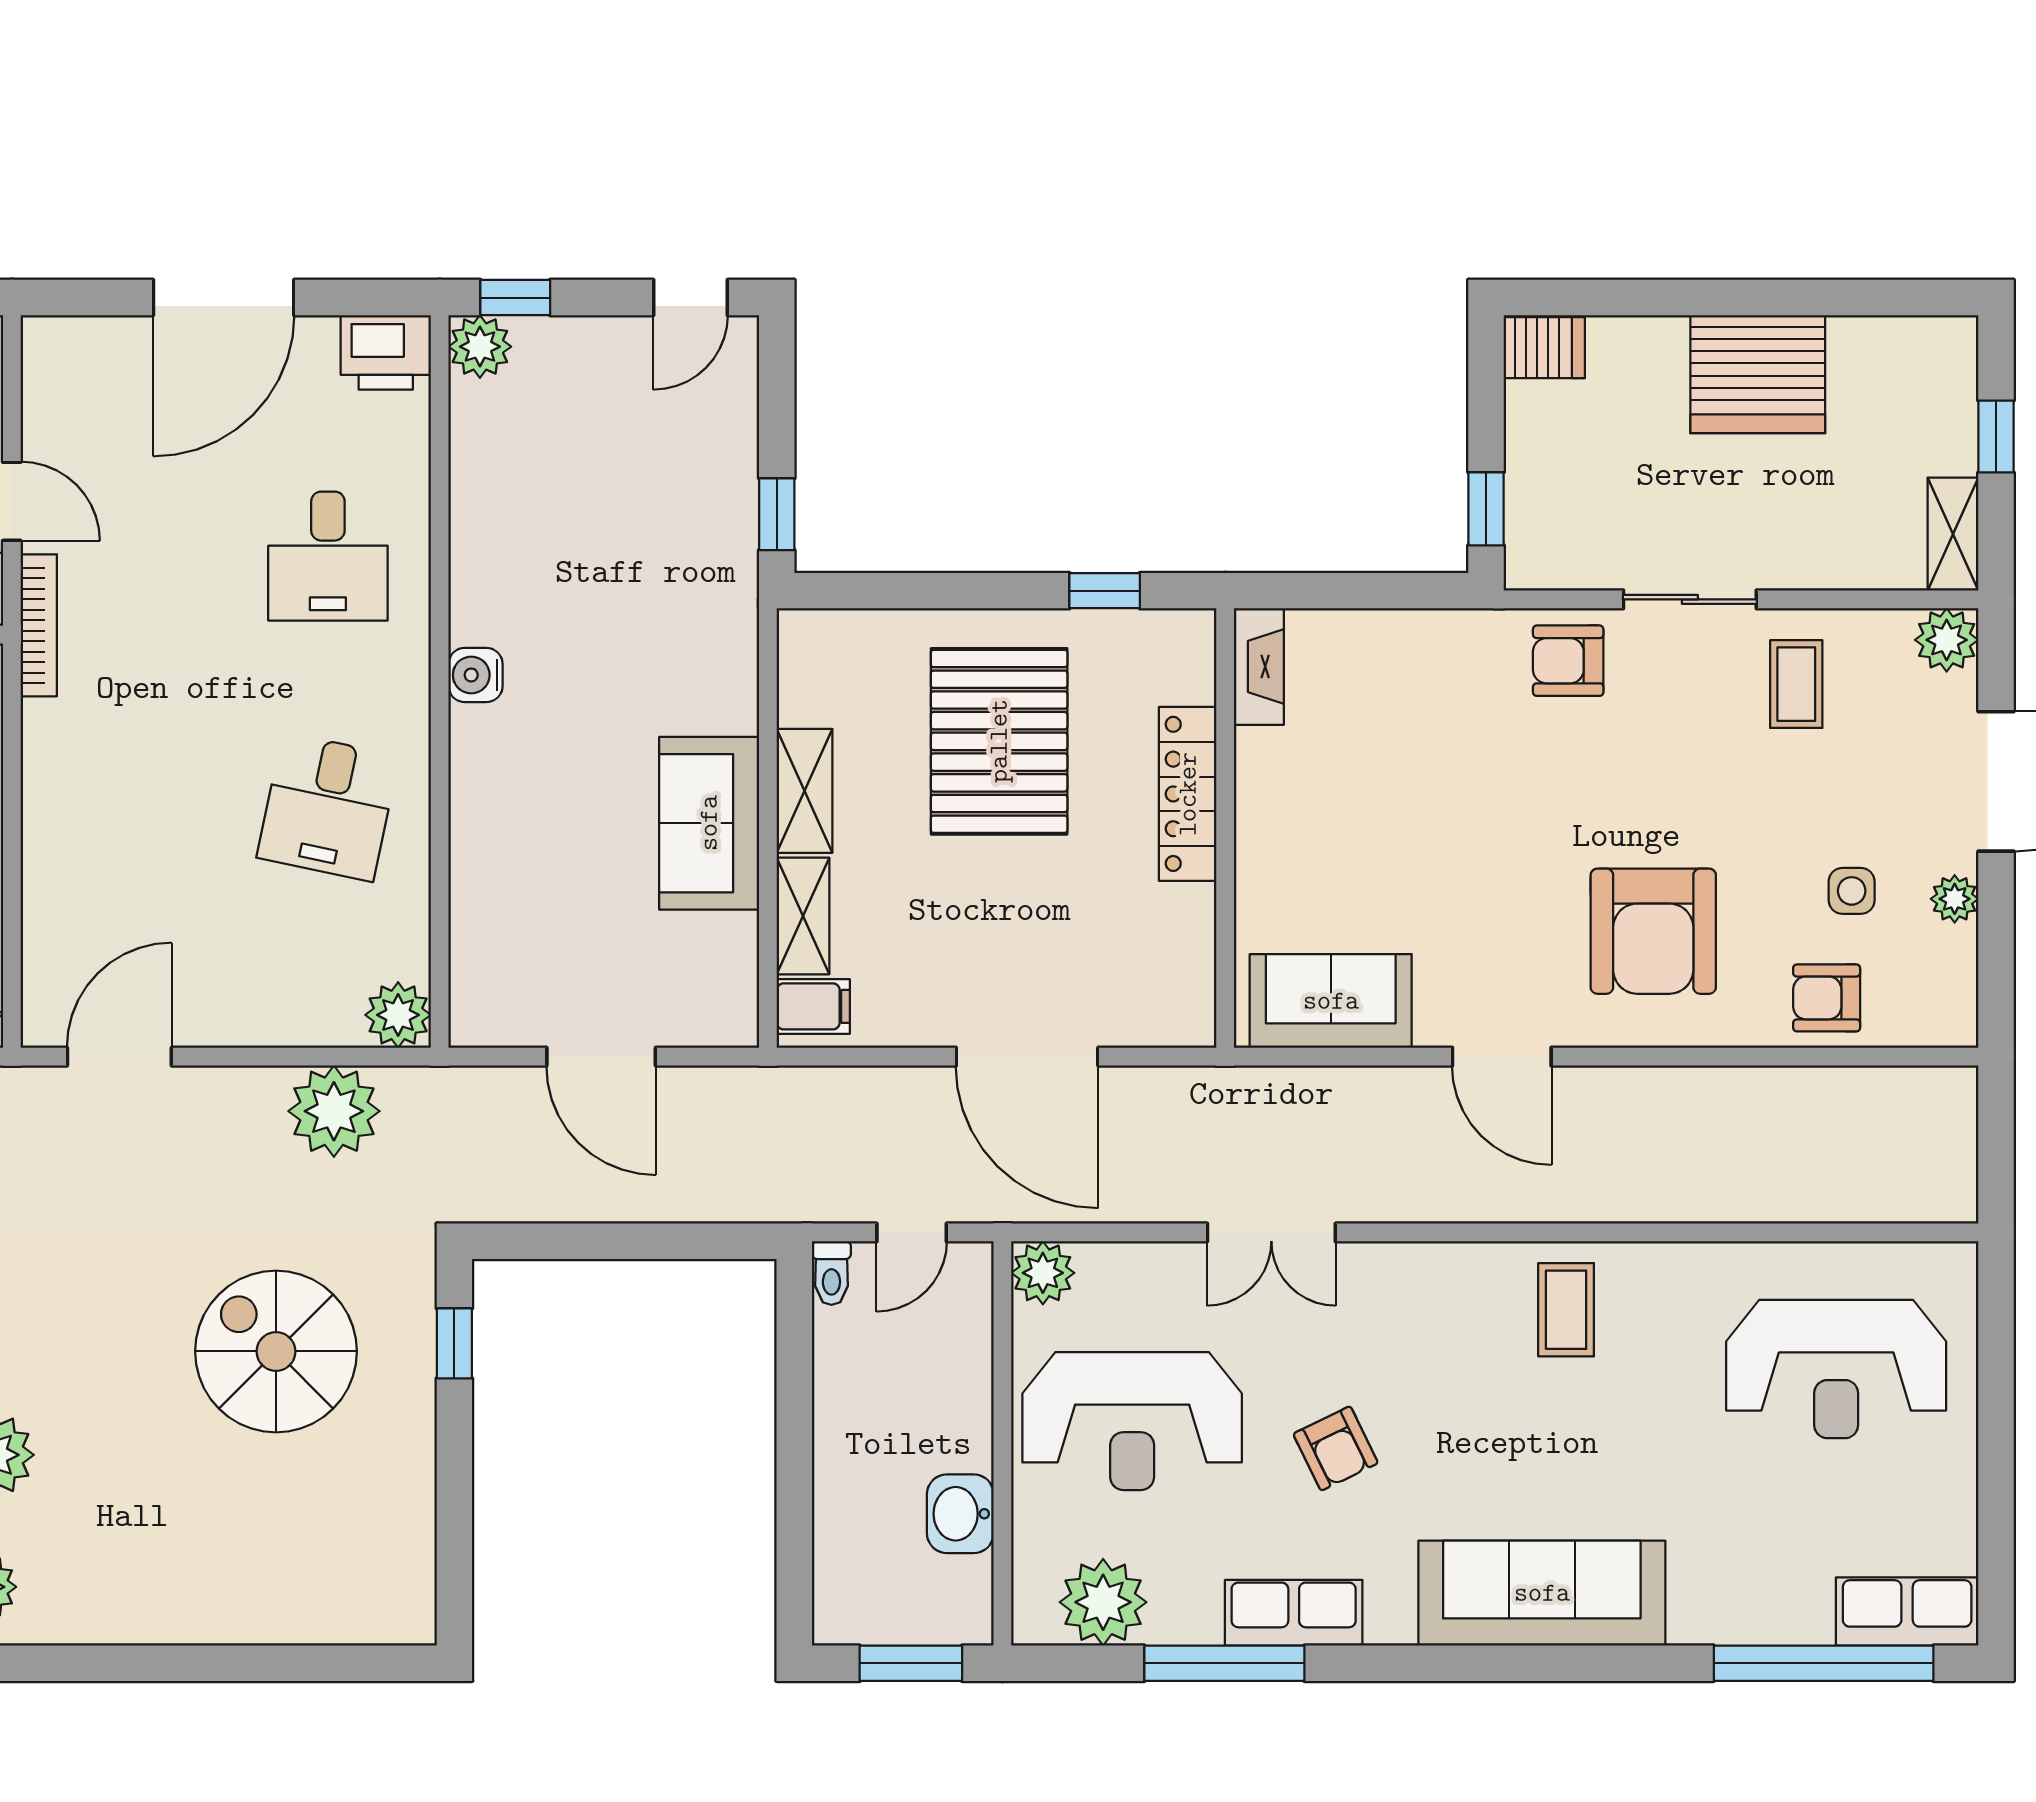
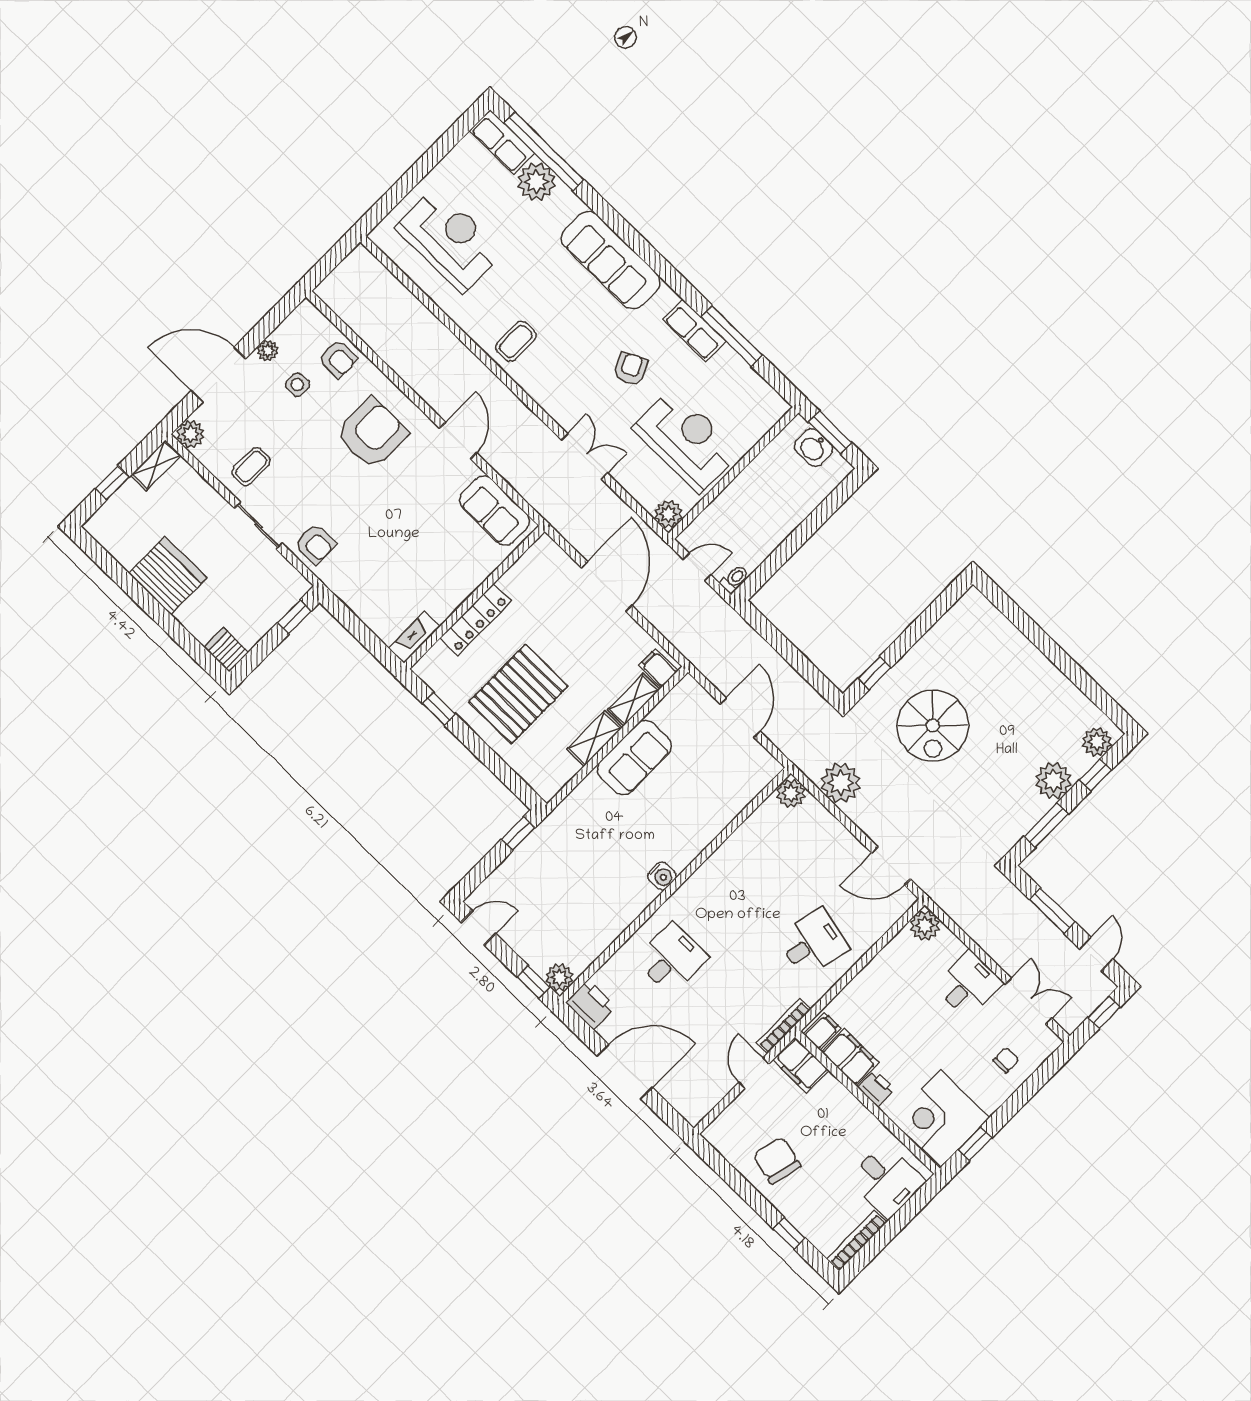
desk: (328, 807) -> (813, 943), moved
washbasin: (960, 1514) -> (813, 448), moved, turned 90
plant: (1103, 1602) -> (536, 182), moved

